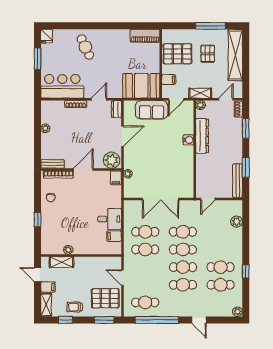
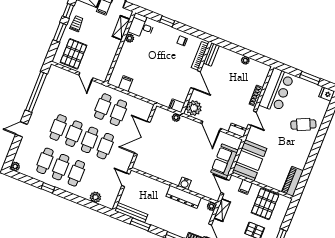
desk: (110, 219) -> (142, 26), moved, turned 90
door: (122, 278) -> (86, 76), swing flipped
cafe table: (145, 302) -> (76, 173), moved
window: (104, 320) -> (60, 32), moved

